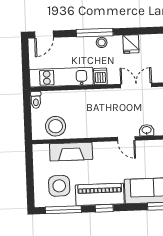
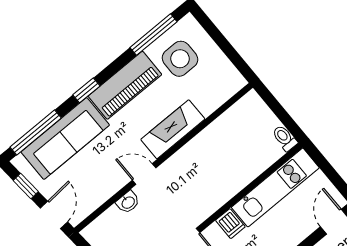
stool: (56, 126) -> (238, 125), removed
fireplace: (71, 152) -> (173, 129), moved
window: (104, 208) -> (86, 90), moved

